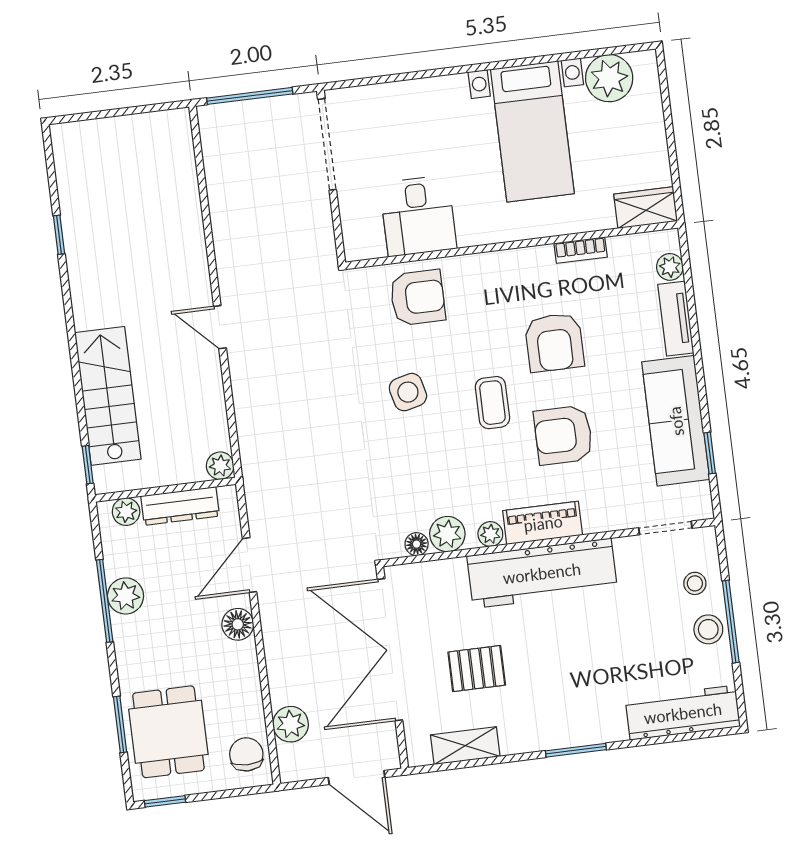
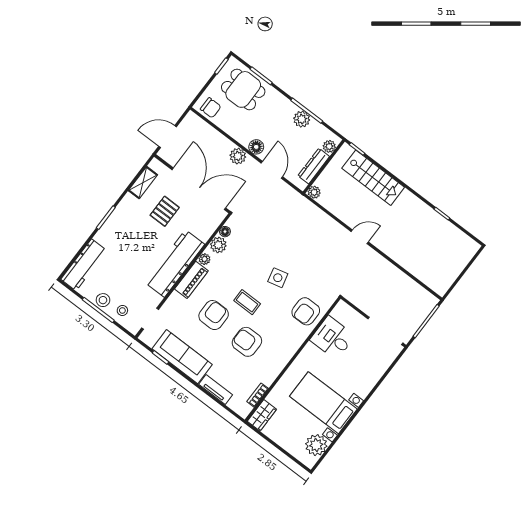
bookcase: (581, 250) -> (258, 395), moved
plant: (670, 267) -> (235, 404), removed
plant: (291, 724) -> (238, 156), moved

